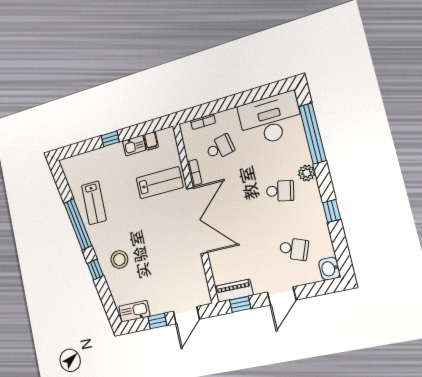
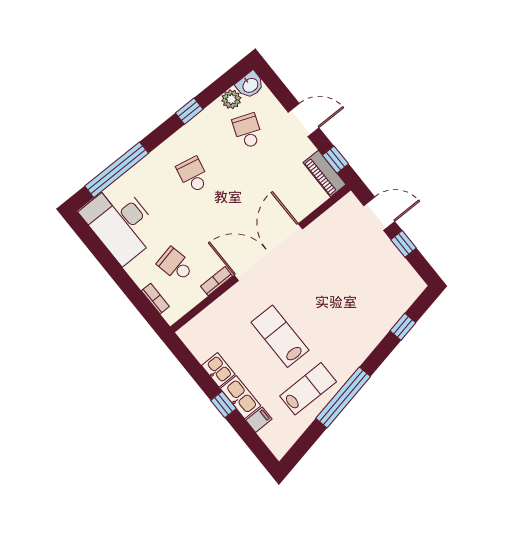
filing cabinet: (151, 141) -> (259, 420), moved
plant: (307, 173) -> (231, 99), moved
lab bench: (159, 183) -> (280, 336), moved
stool: (119, 259) -> (358, 324), removed
window: (95, 269) -> (403, 327), moved
kitchen sink: (134, 311) -> (240, 397), moved, turned 180

